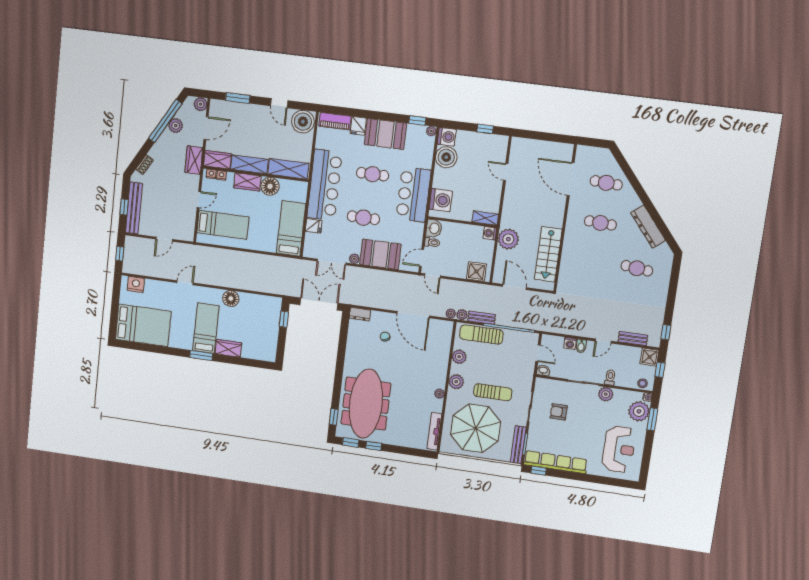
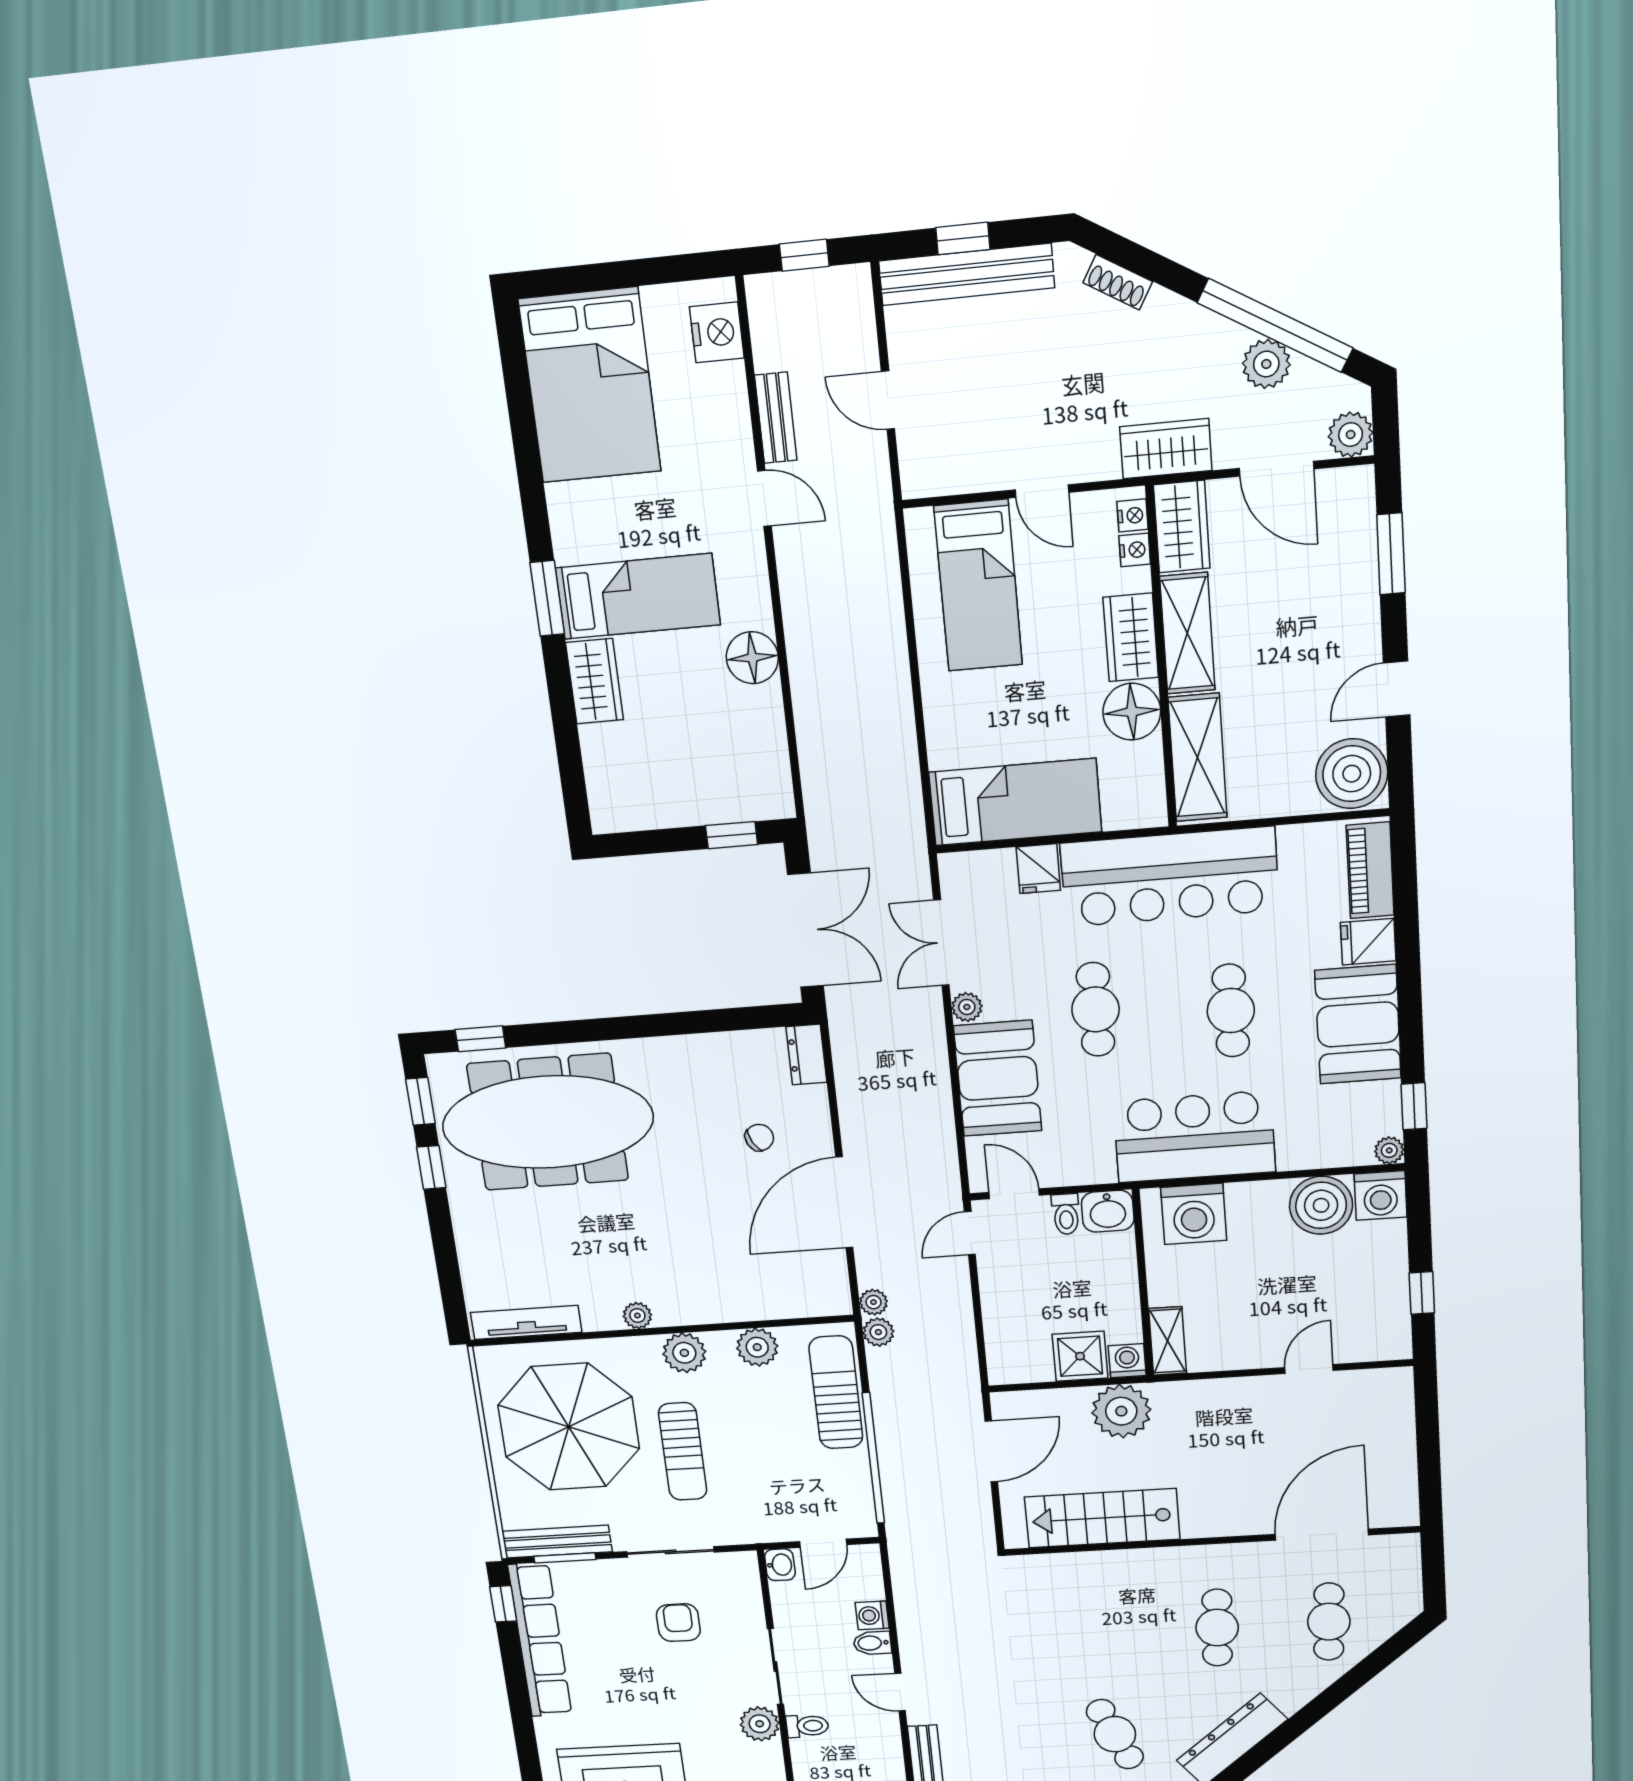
cafe table: (637, 268) -> (1115, 1734), turned -30
shower: (476, 271) -> (1080, 1356), moved
bench: (482, 318) -> (776, 418), moved

